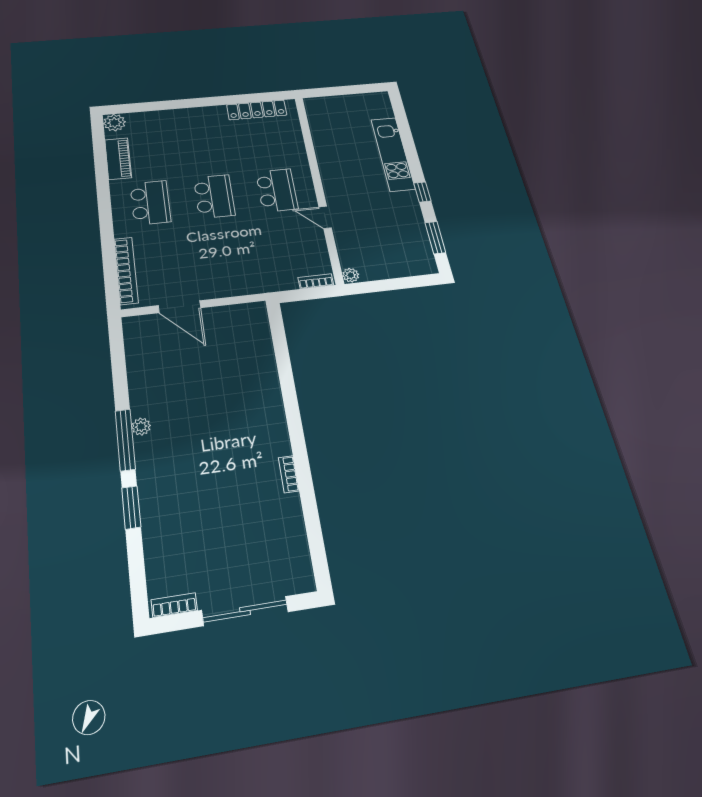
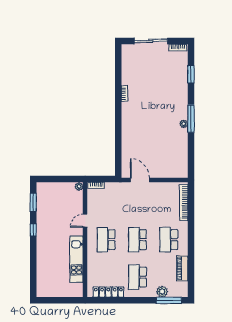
window: (139, 107) -> (169, 300), added
plant: (114, 123) -> (162, 292), moved
school desk: (205, 137) -> (137, 277), added
kitchen unit: (393, 154) -> (76, 259), moved, turned 180
door: (325, 217) -> (85, 221), swing flipped
door: (179, 307) -> (140, 180), moved
window: (131, 507) -> (191, 74), moved

